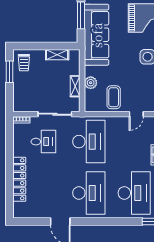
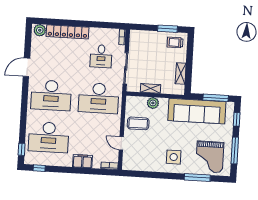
plant: (19, 209) -> (40, 30), added

